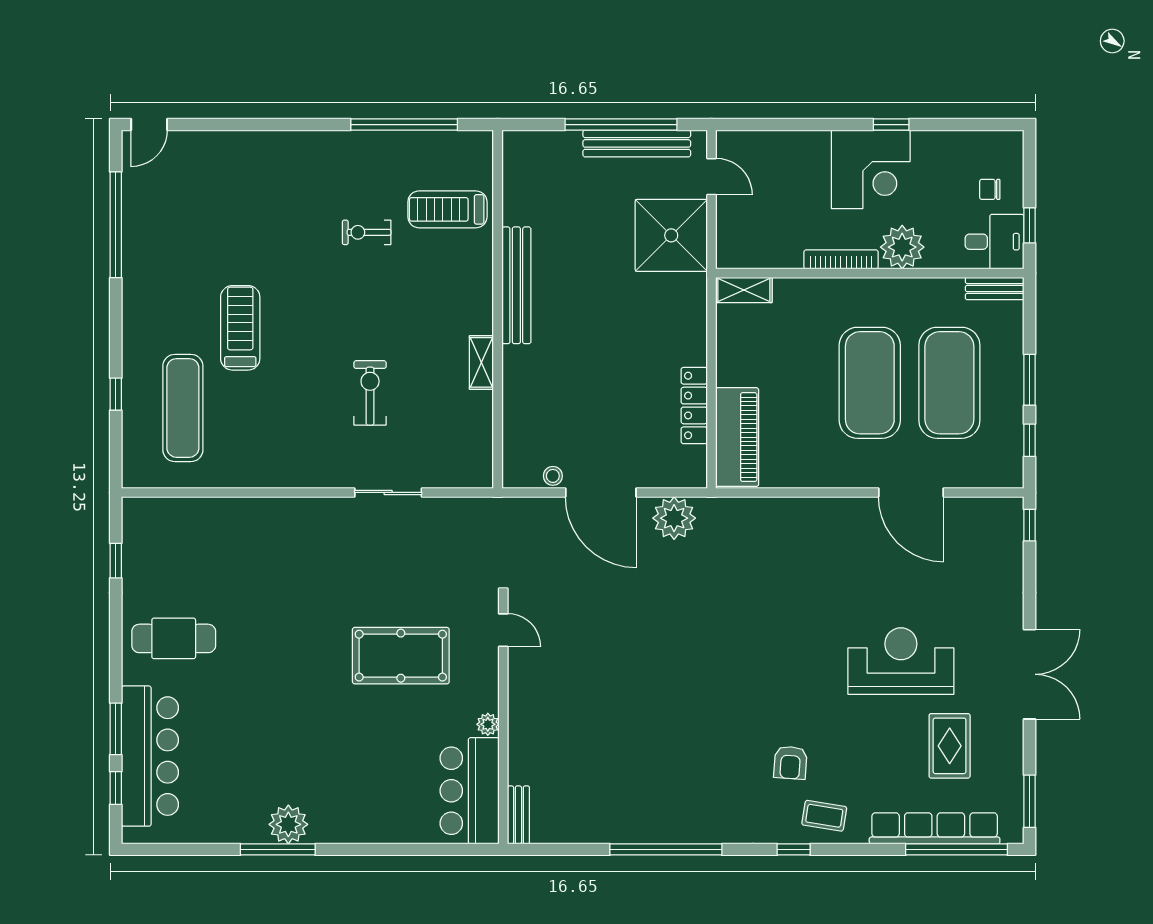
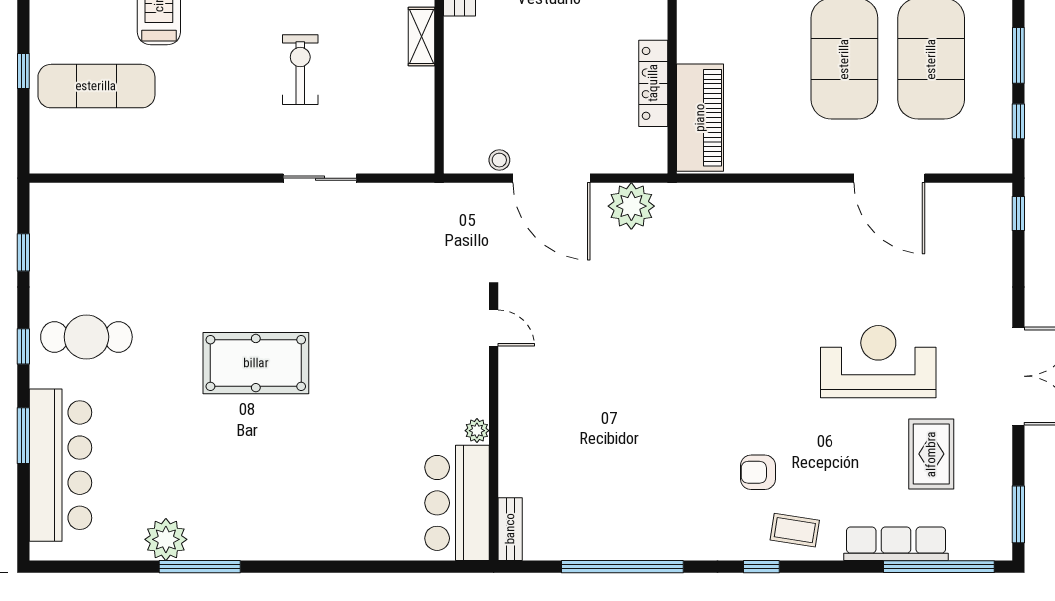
exercise mat: (183, 408) -> (96, 86), turned 90
door: (503, 630) -> (494, 328), moved
pool table: (401, 656) -> (256, 363), moved
wall: (503, 720) -> (494, 426), moved
plant: (488, 724) -> (477, 431), moved
armchair: (790, 763) -> (758, 472), turned 86
window: (116, 788) -> (23, 346), moved
bar counter: (470, 791) -> (457, 503), moved
bench: (518, 815) -> (510, 529), moved
plant: (288, 824) -> (166, 539), moved
row of seats: (935, 828) -> (896, 544), width x0.73

